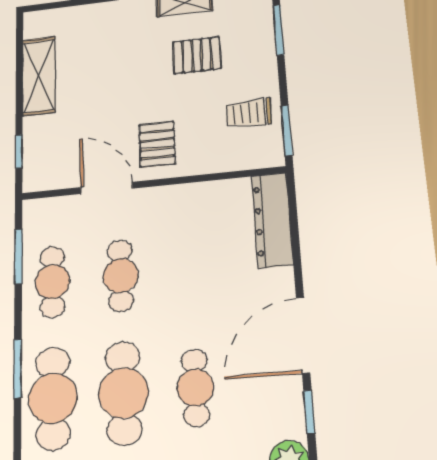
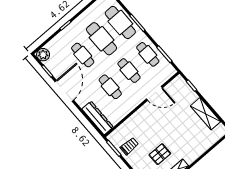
pallet: (157, 144) -> (150, 117), removed
cafe table: (190, 269) -> (110, 87), added

